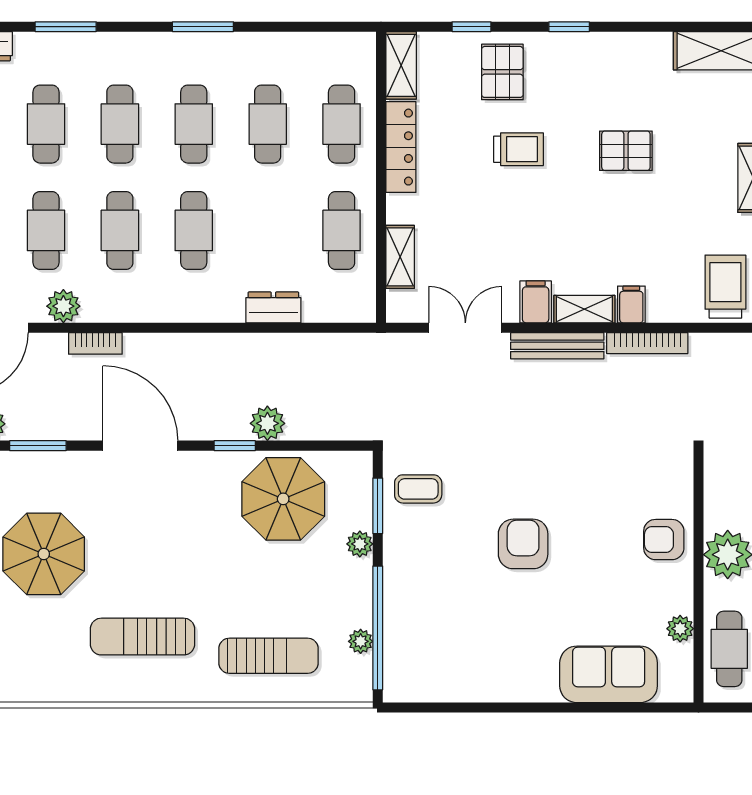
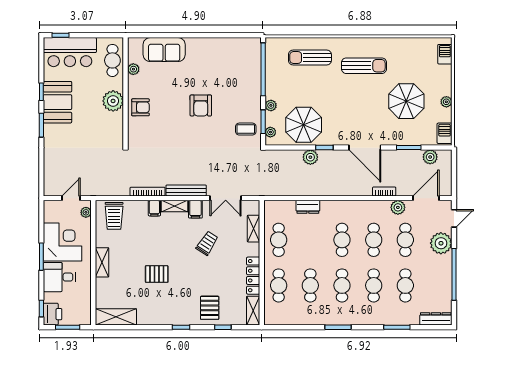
trolley: (519, 149) -> (207, 243), moved, turned 123
plant: (361, 641) -> (270, 132), moved

